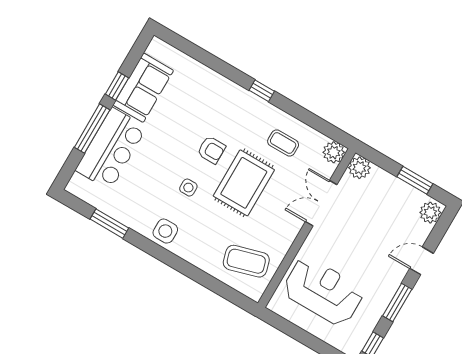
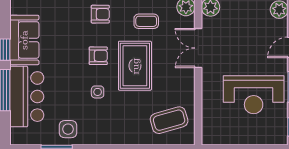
armchair: (239, 107) -> (100, 14), added
side table: (165, 231) -> (68, 129), moved
reception desk: (323, 291) -> (254, 95), moved, turned 180

